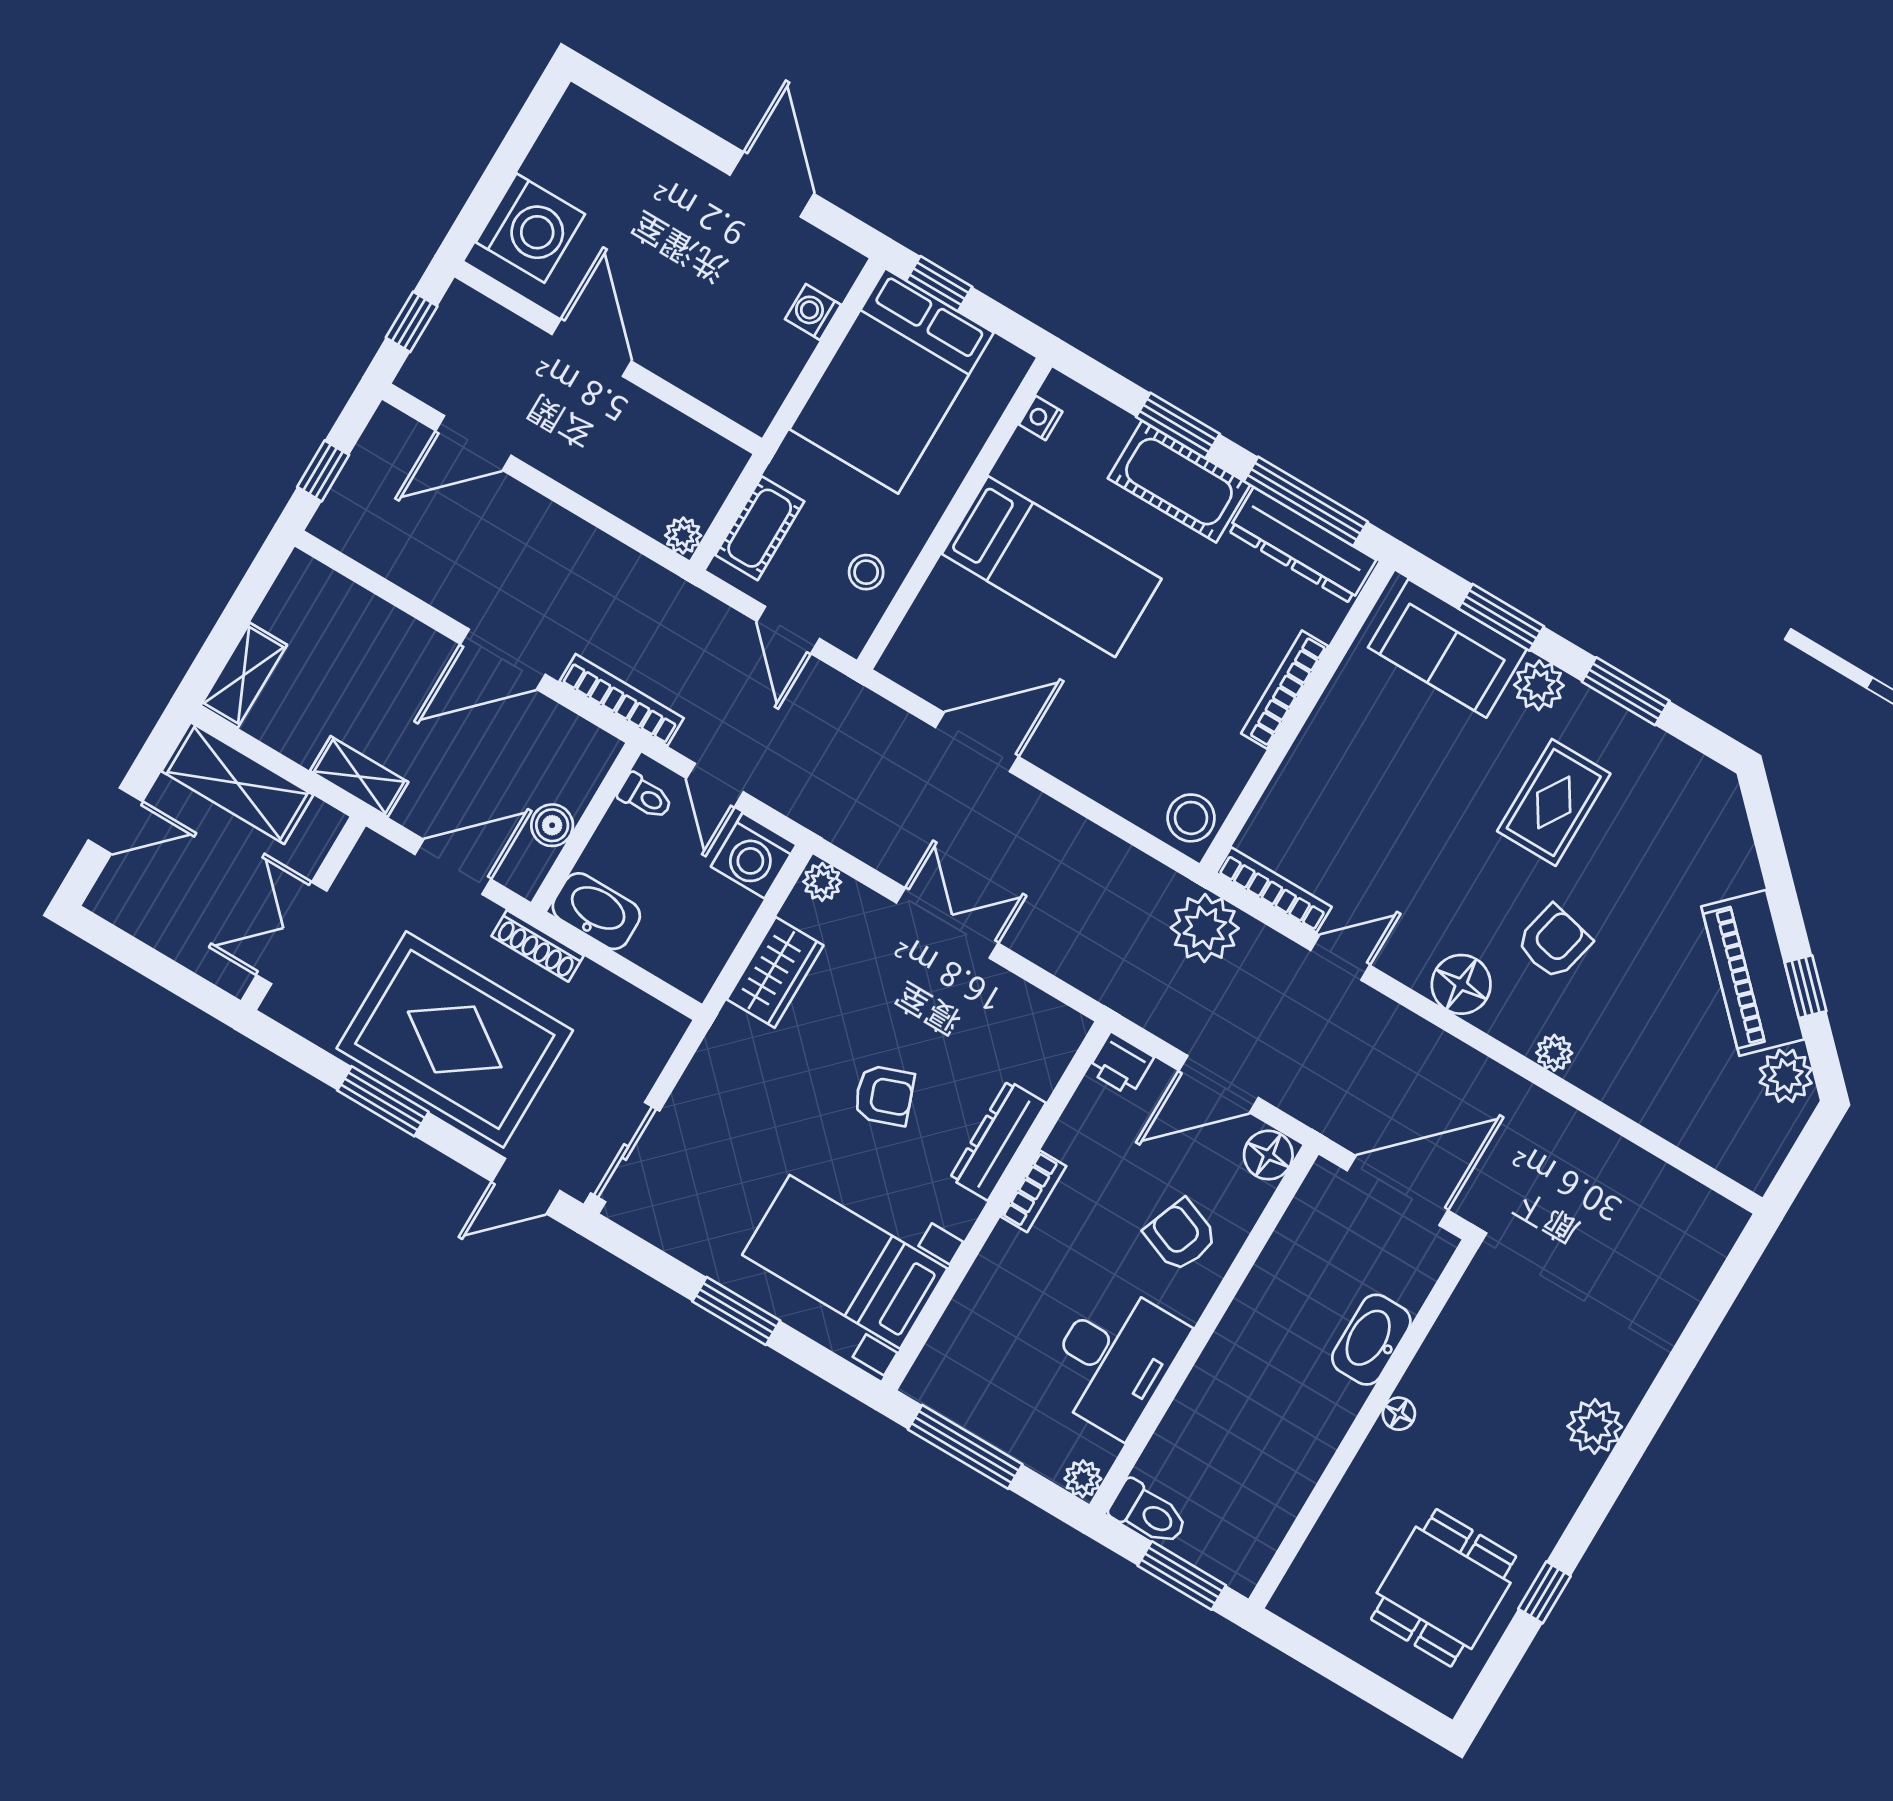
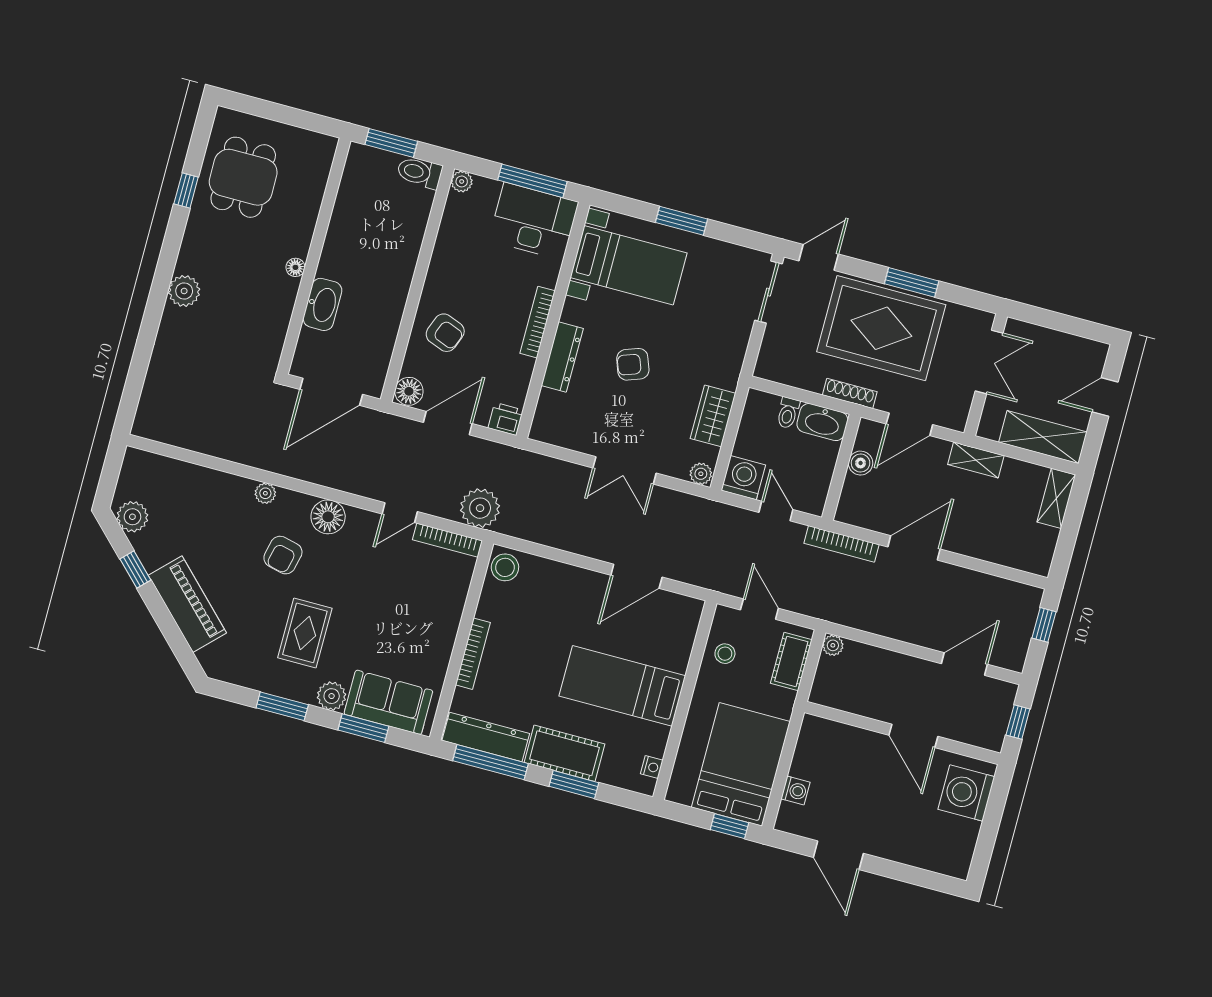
toilet: (645, 797) -> (788, 413), moved, turned -90
piano: (1753, 973) -> (187, 604), moved
bookcase: (1033, 1191) -> (538, 322), width x1.56
desk: (1114, 1359) -> (534, 221), moved, turned 90

